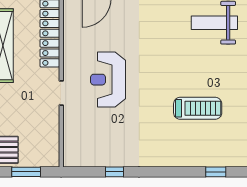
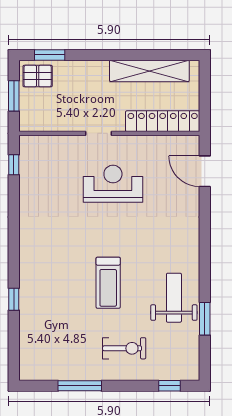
treadmill: (198, 108) -> (108, 283), moved
window: (115, 172) -> (14, 165), moved

